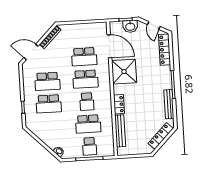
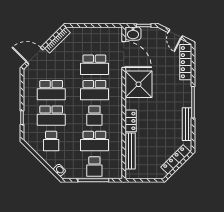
washbasin: (130, 26) -> (133, 34), moved
school desk: (50, 126) -> (51, 141), added

